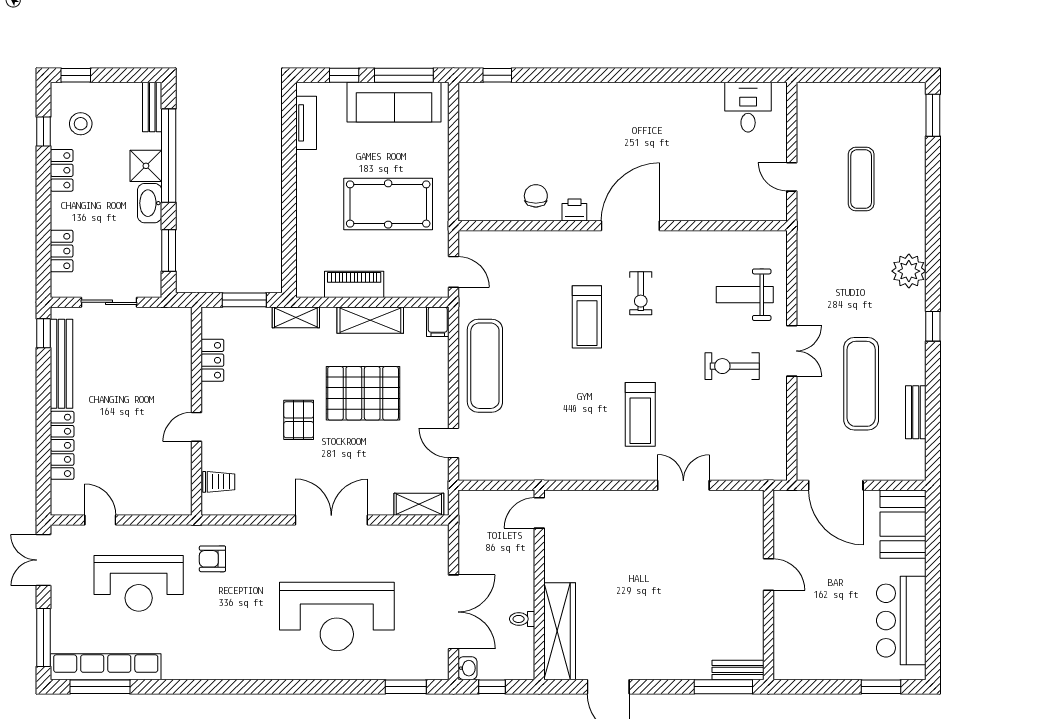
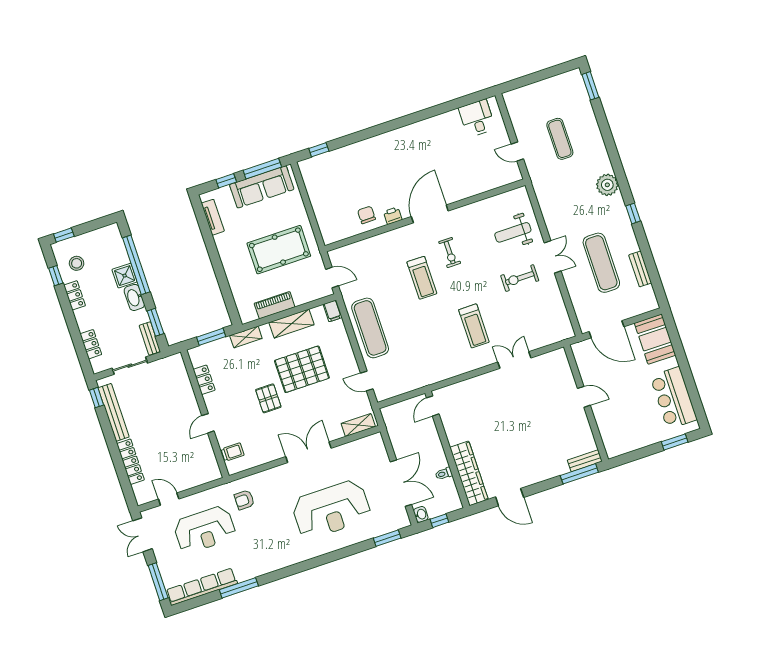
bench: (152, 107) -> (150, 338), moved
window: (100, 687) -> (239, 588), moved

